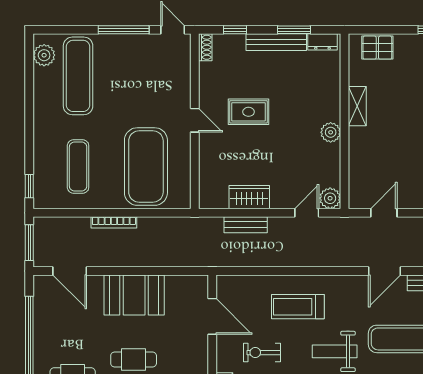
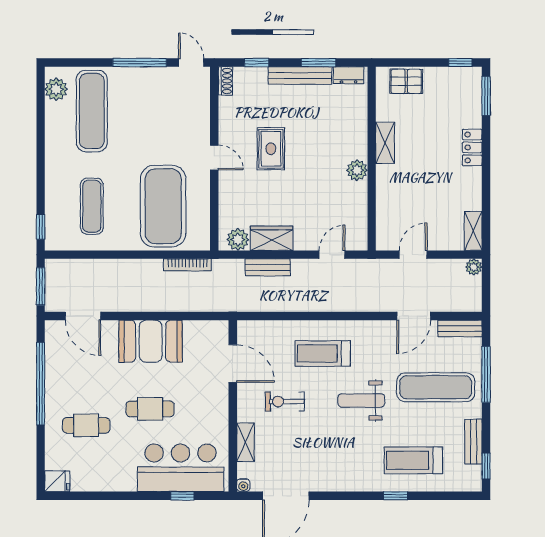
rug: (249, 112) -> (271, 149), turned 90
plant: (330, 198) -> (238, 240), moved
bookcase: (114, 222) -> (187, 265), moved

